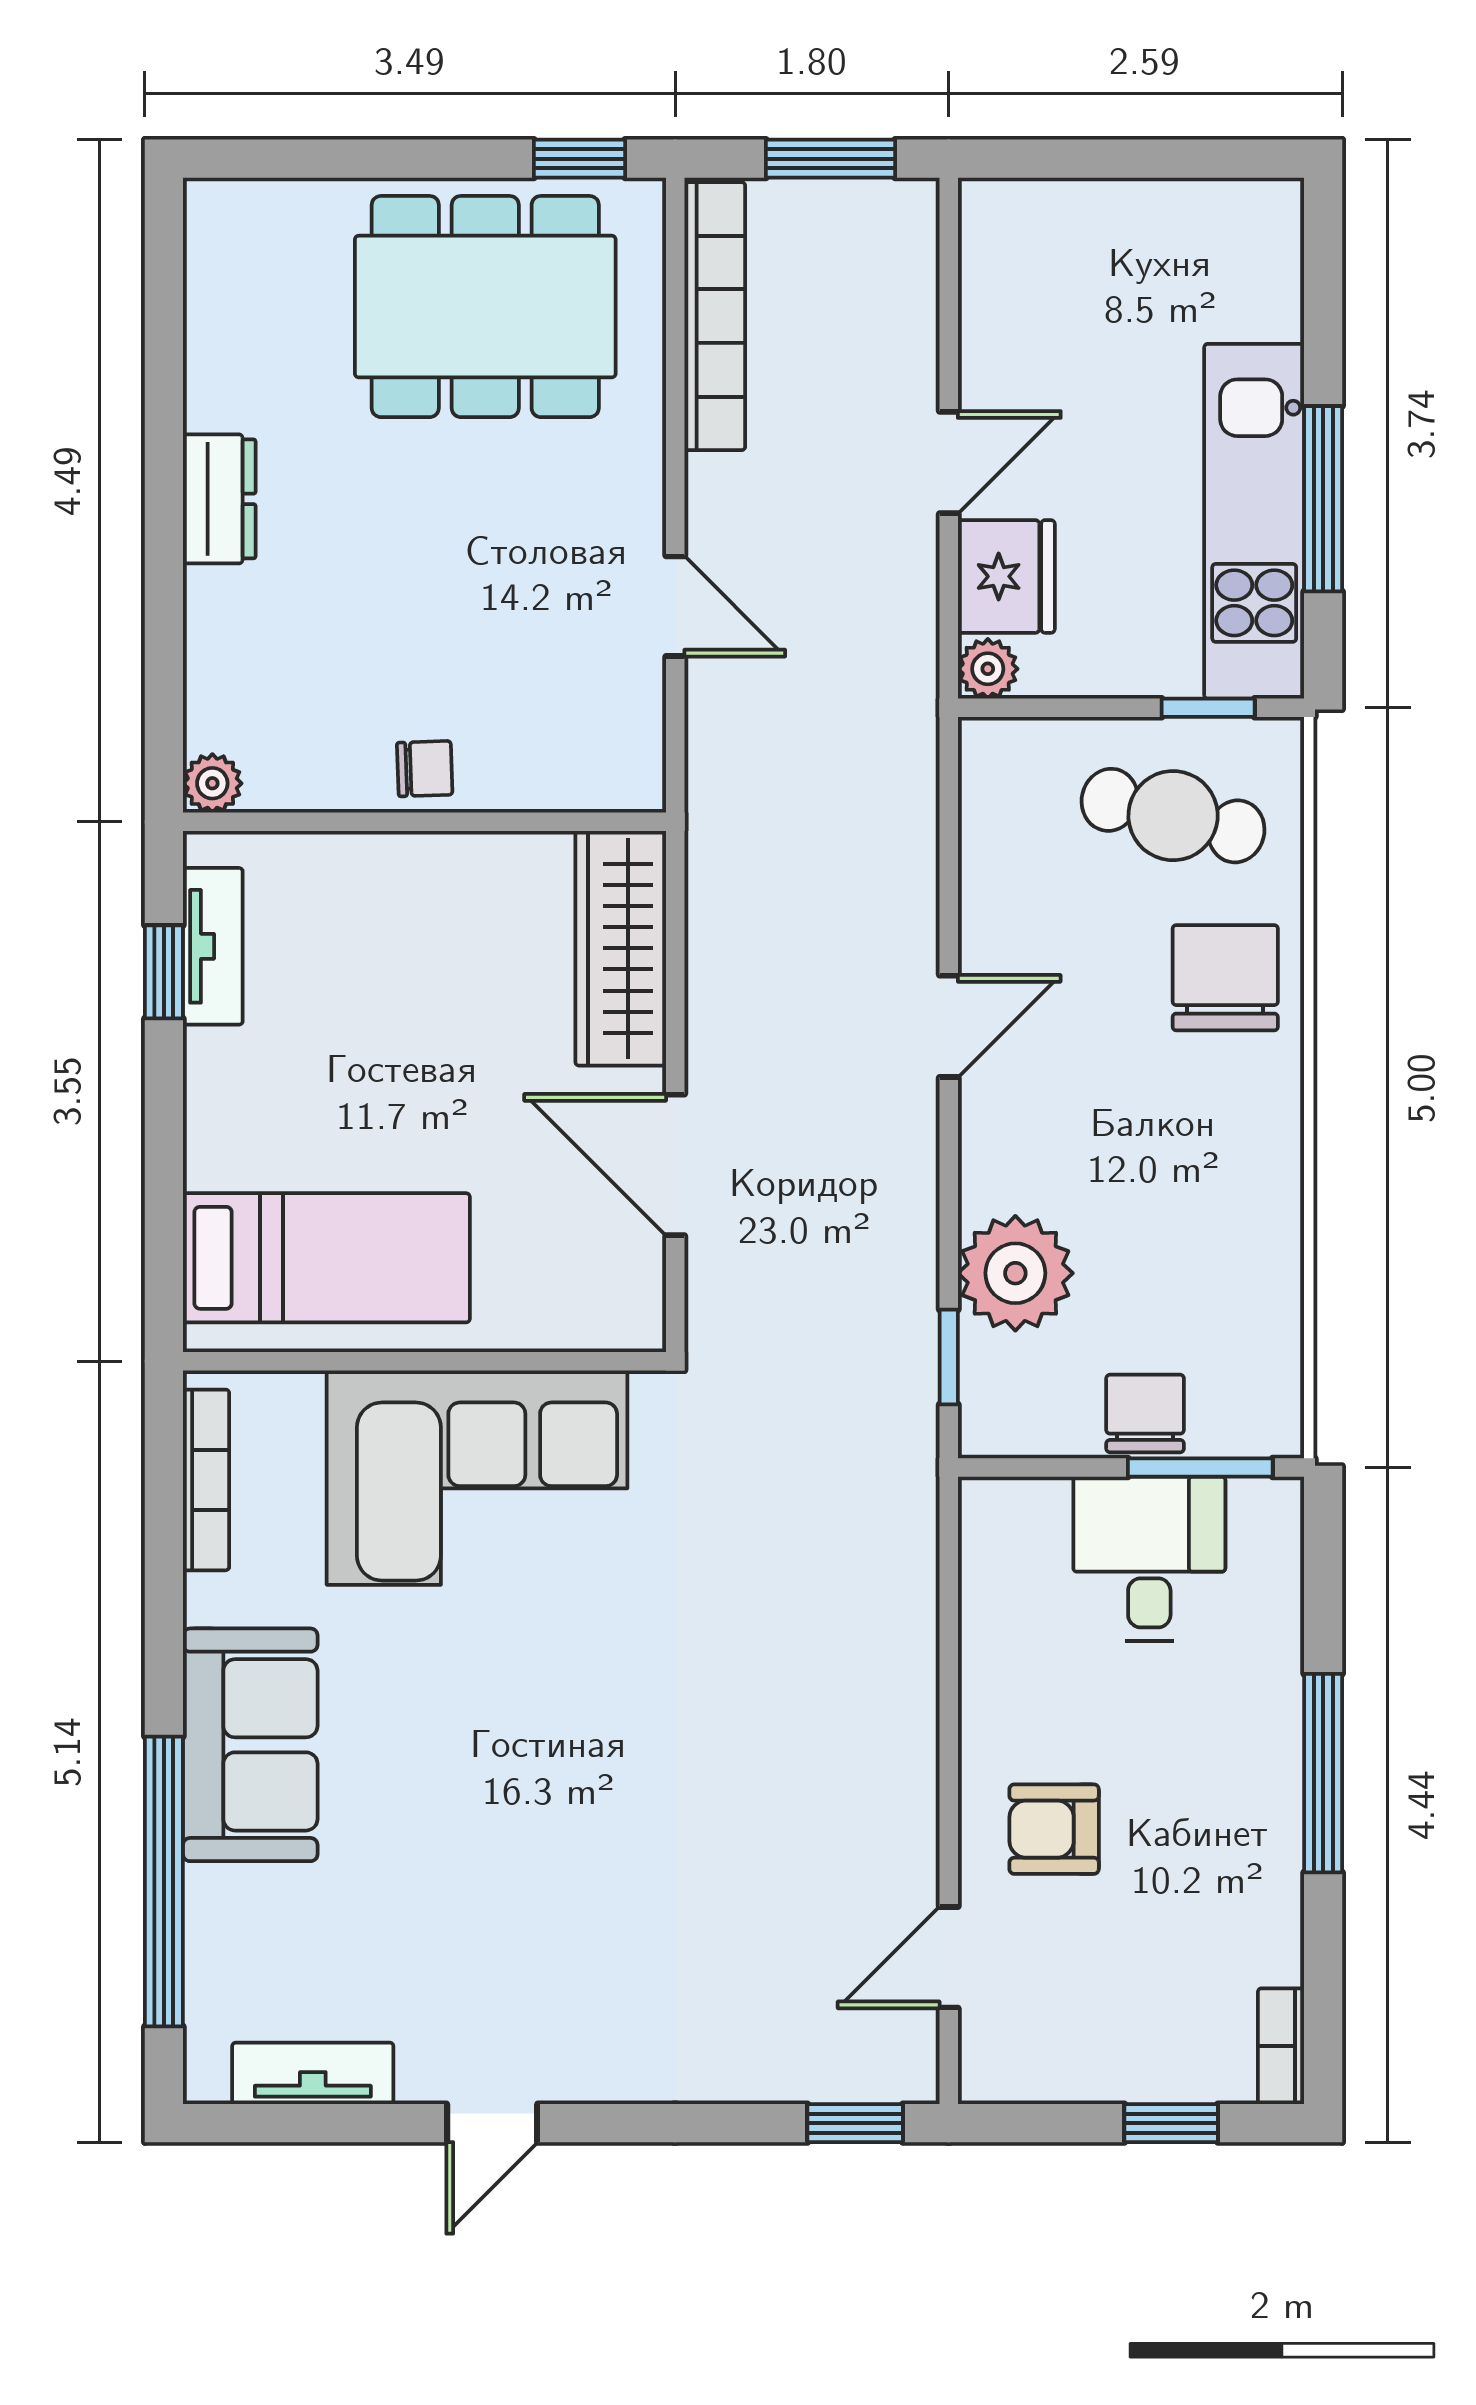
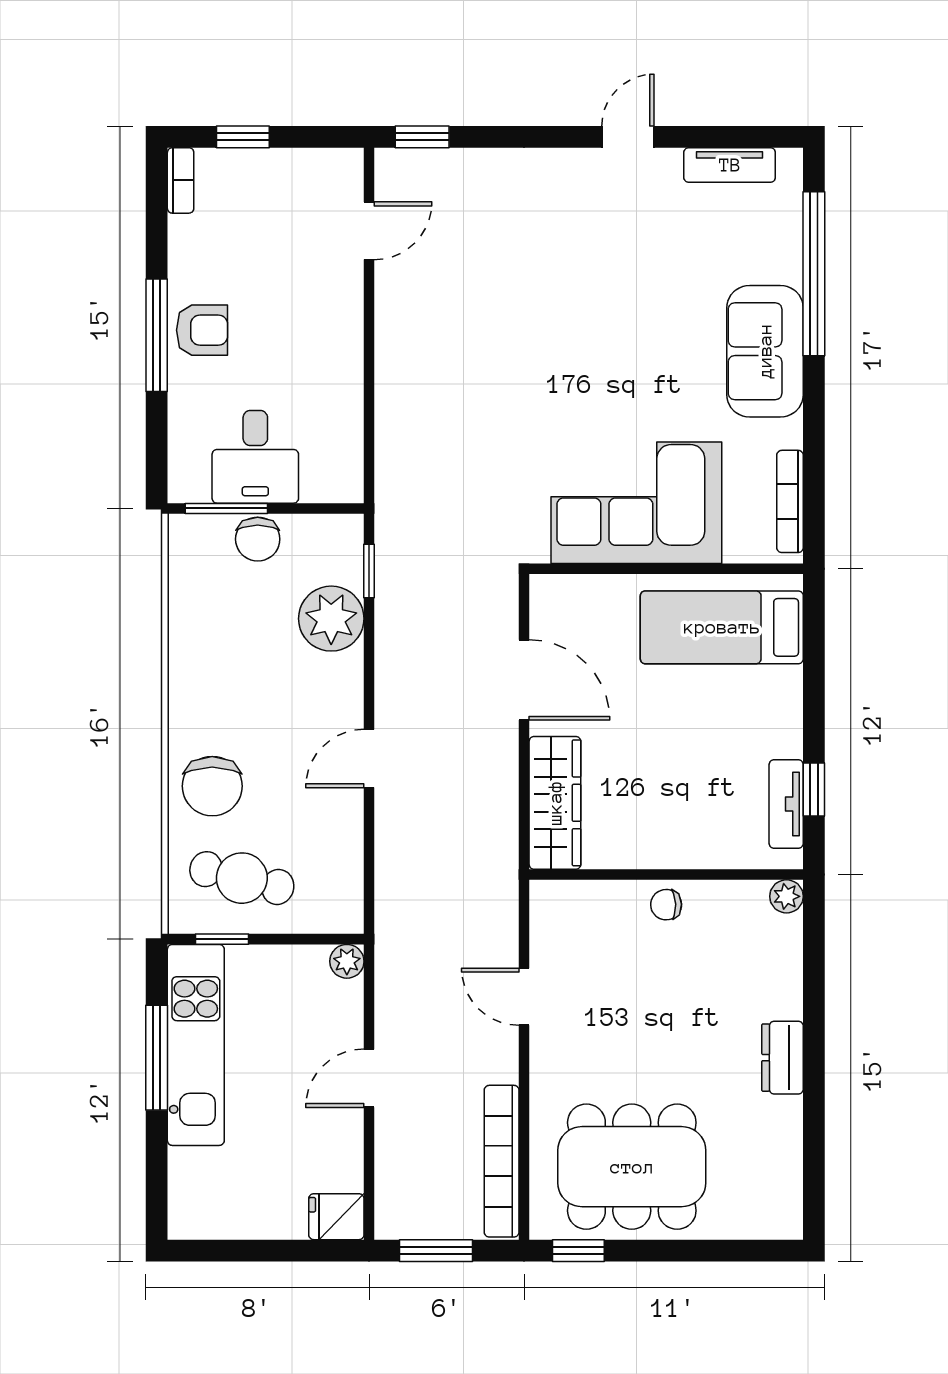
fridge: (1006, 576) -> (336, 1217), moved, width x0.72
armchair: (1054, 1829) -> (202, 330), moved

